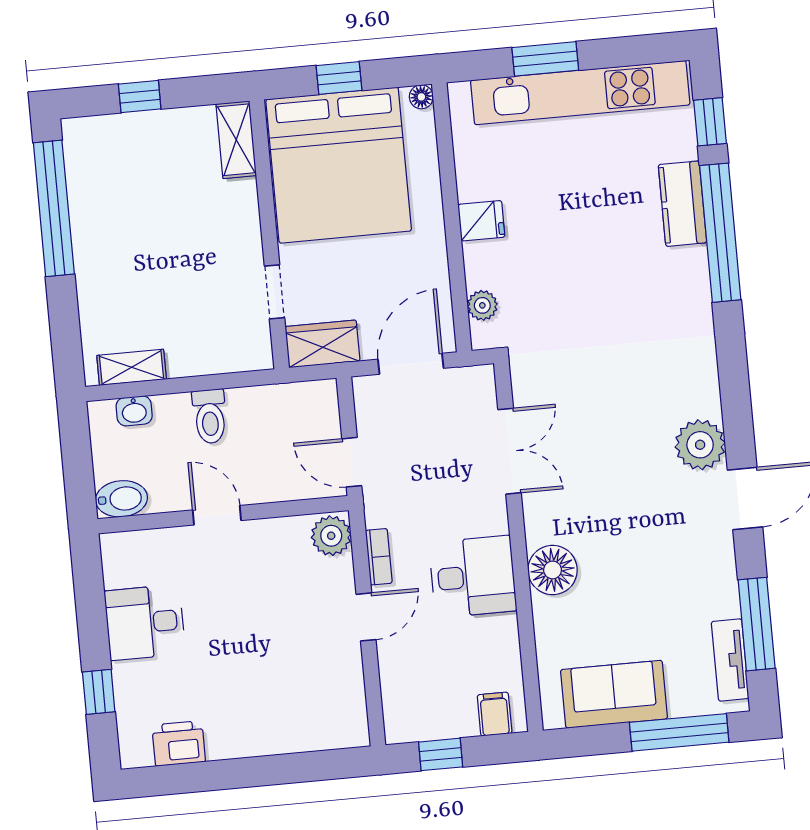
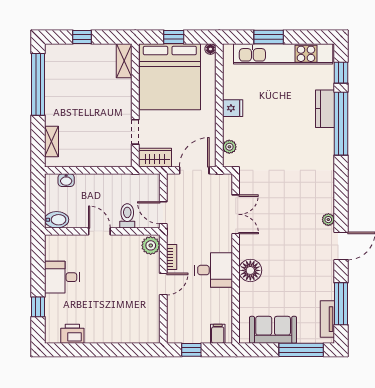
shelving: (132, 367) -> (52, 141), moved, turned 90
toilet: (210, 416) -> (127, 216), moved, turned 180
plant: (700, 445) -> (328, 220), width x0.53, depth x0.53

